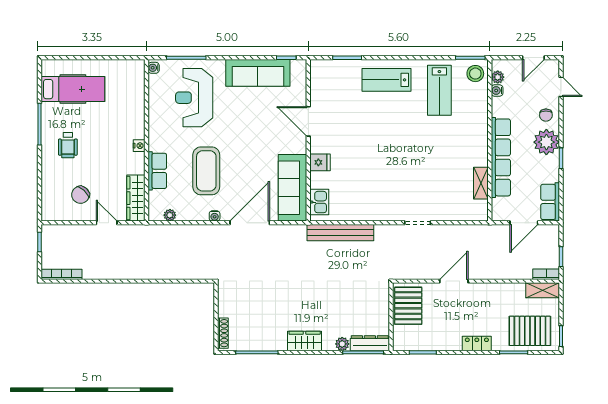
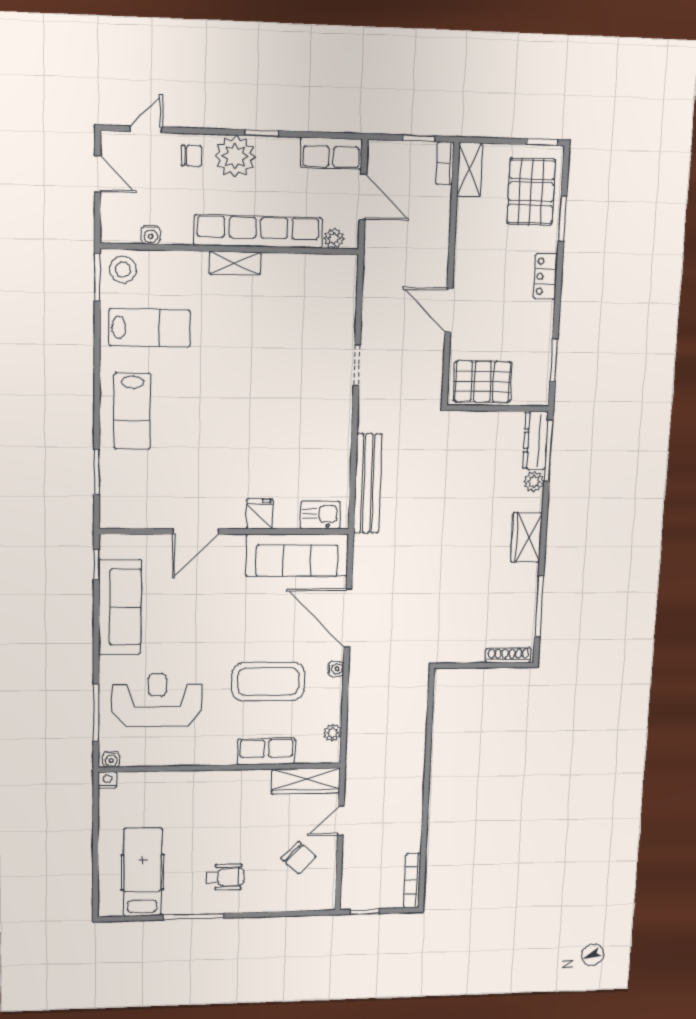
plant: (498, 77) -> (334, 238), moved
reception desk: (194, 98) -> (157, 700), turned 180
nightstand: (139, 146) -> (107, 780), moved
shelving: (481, 183) -> (235, 263), moved

